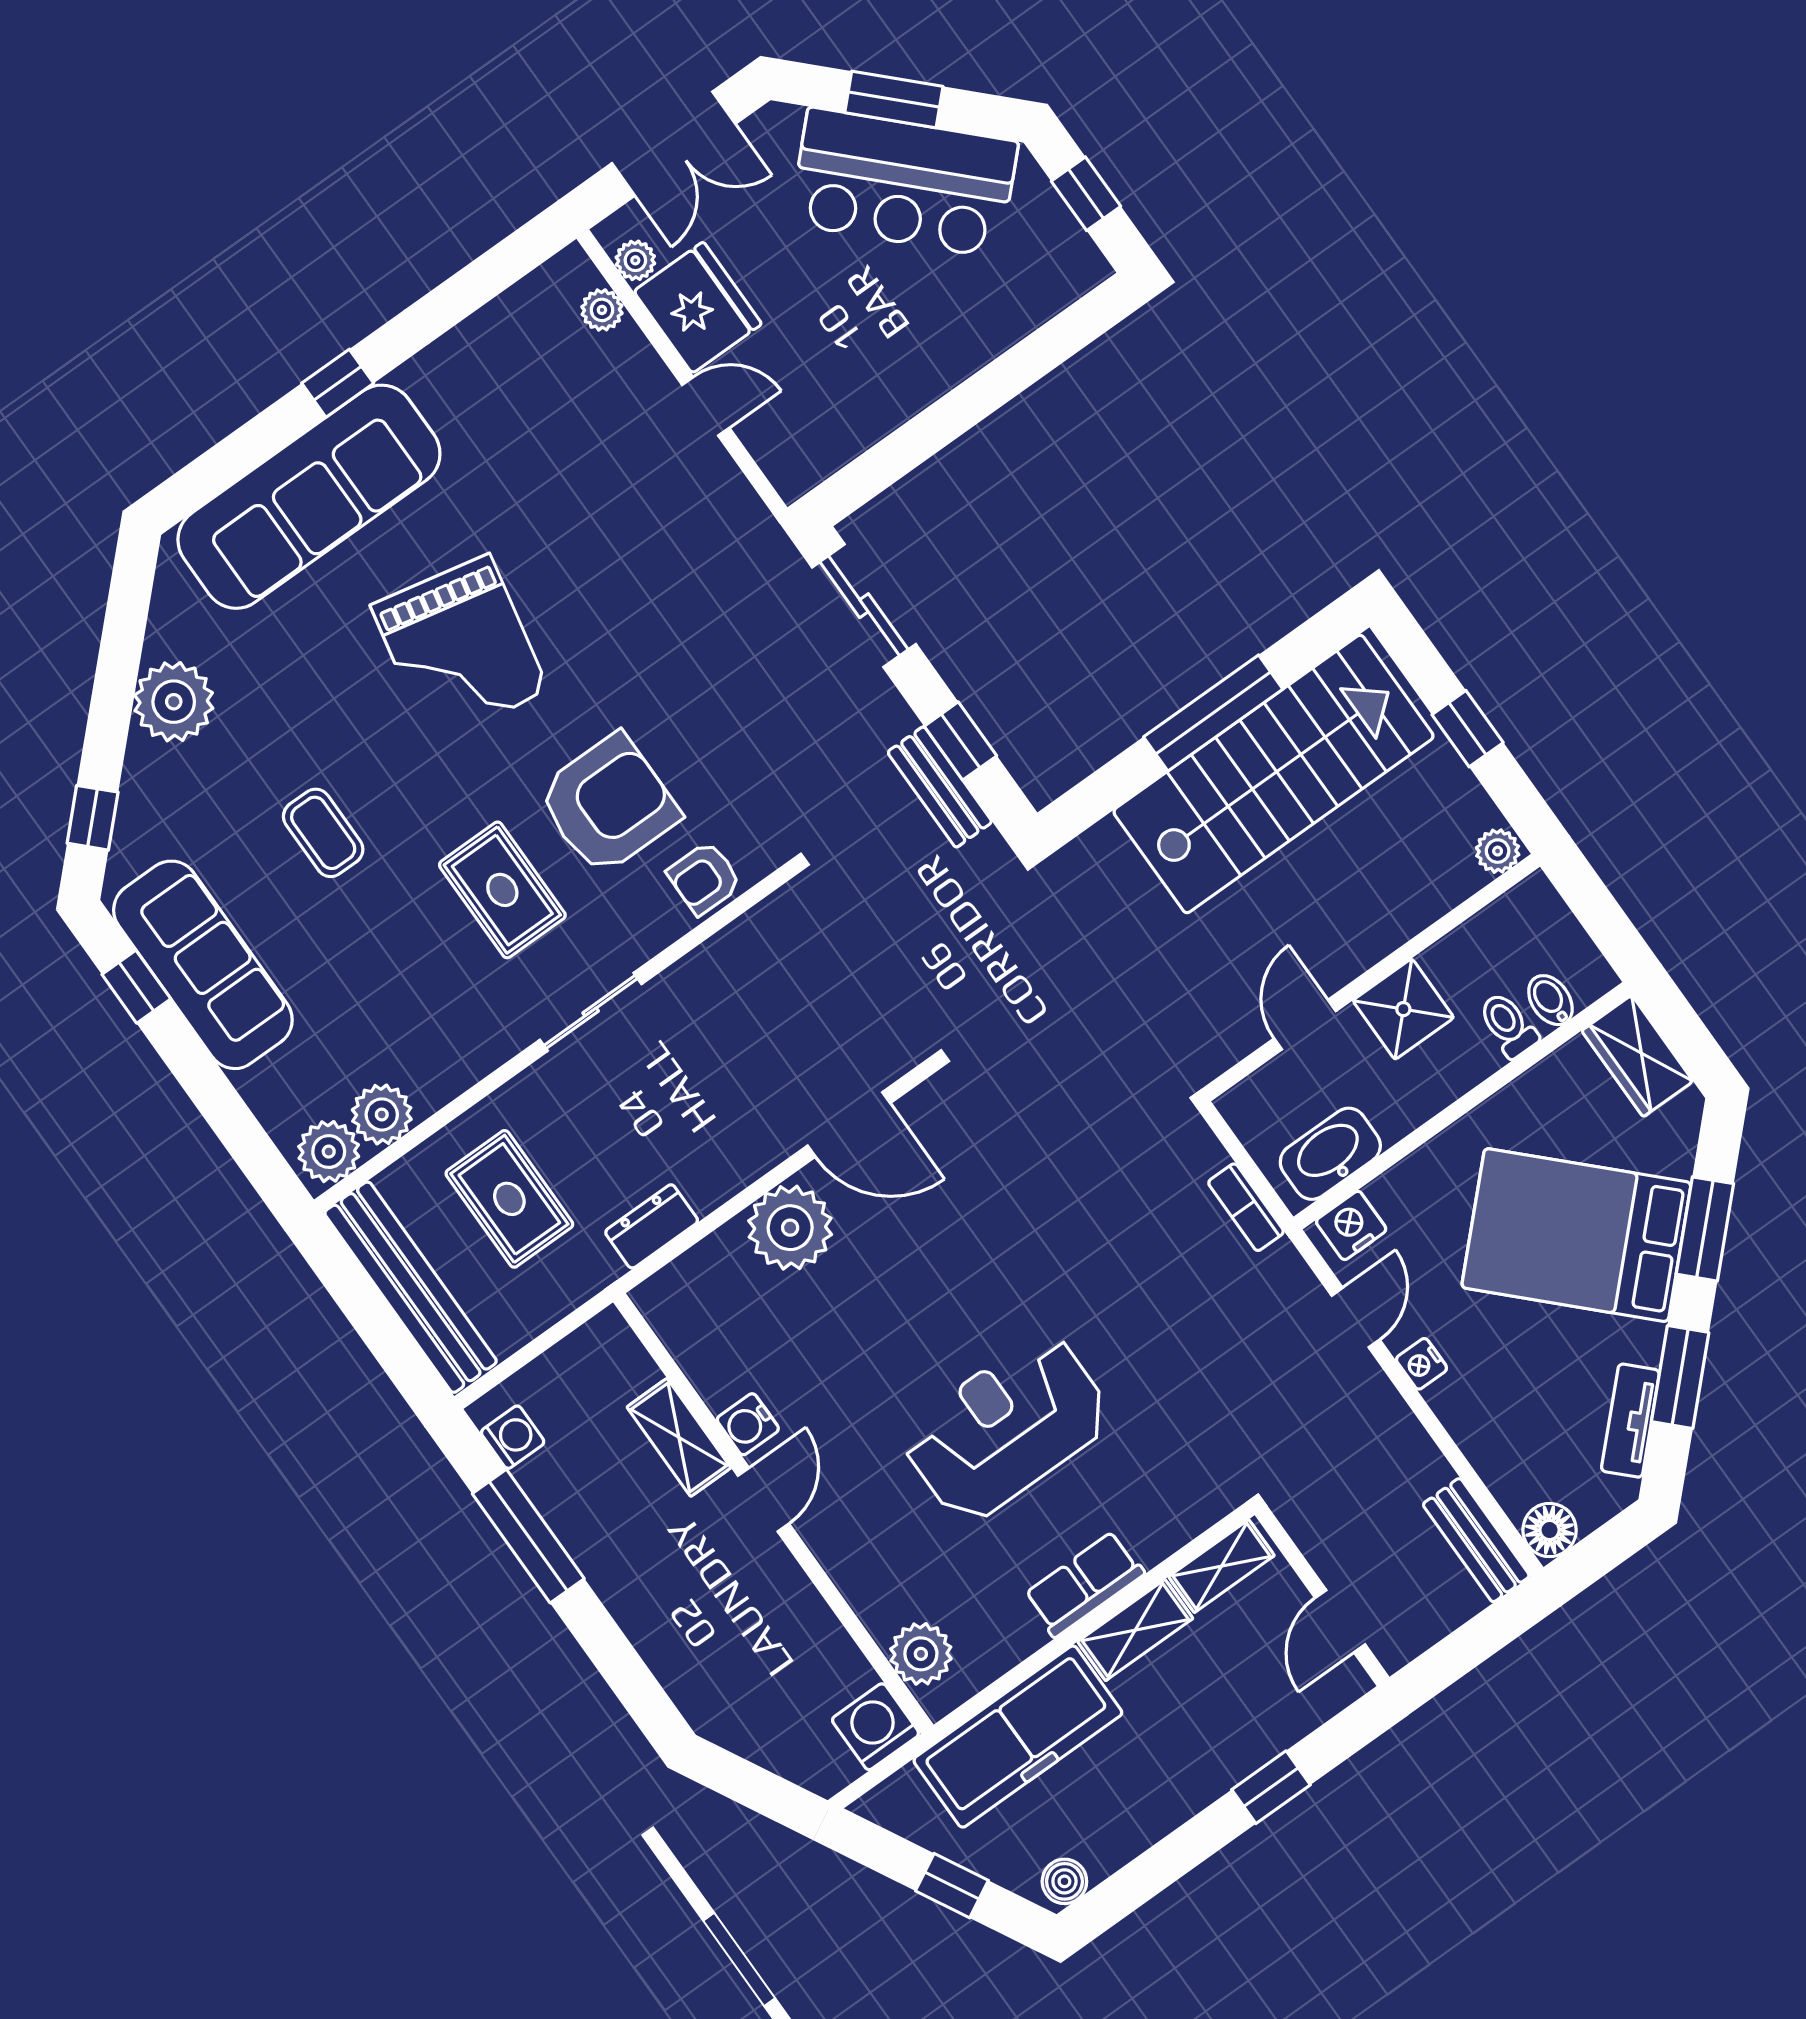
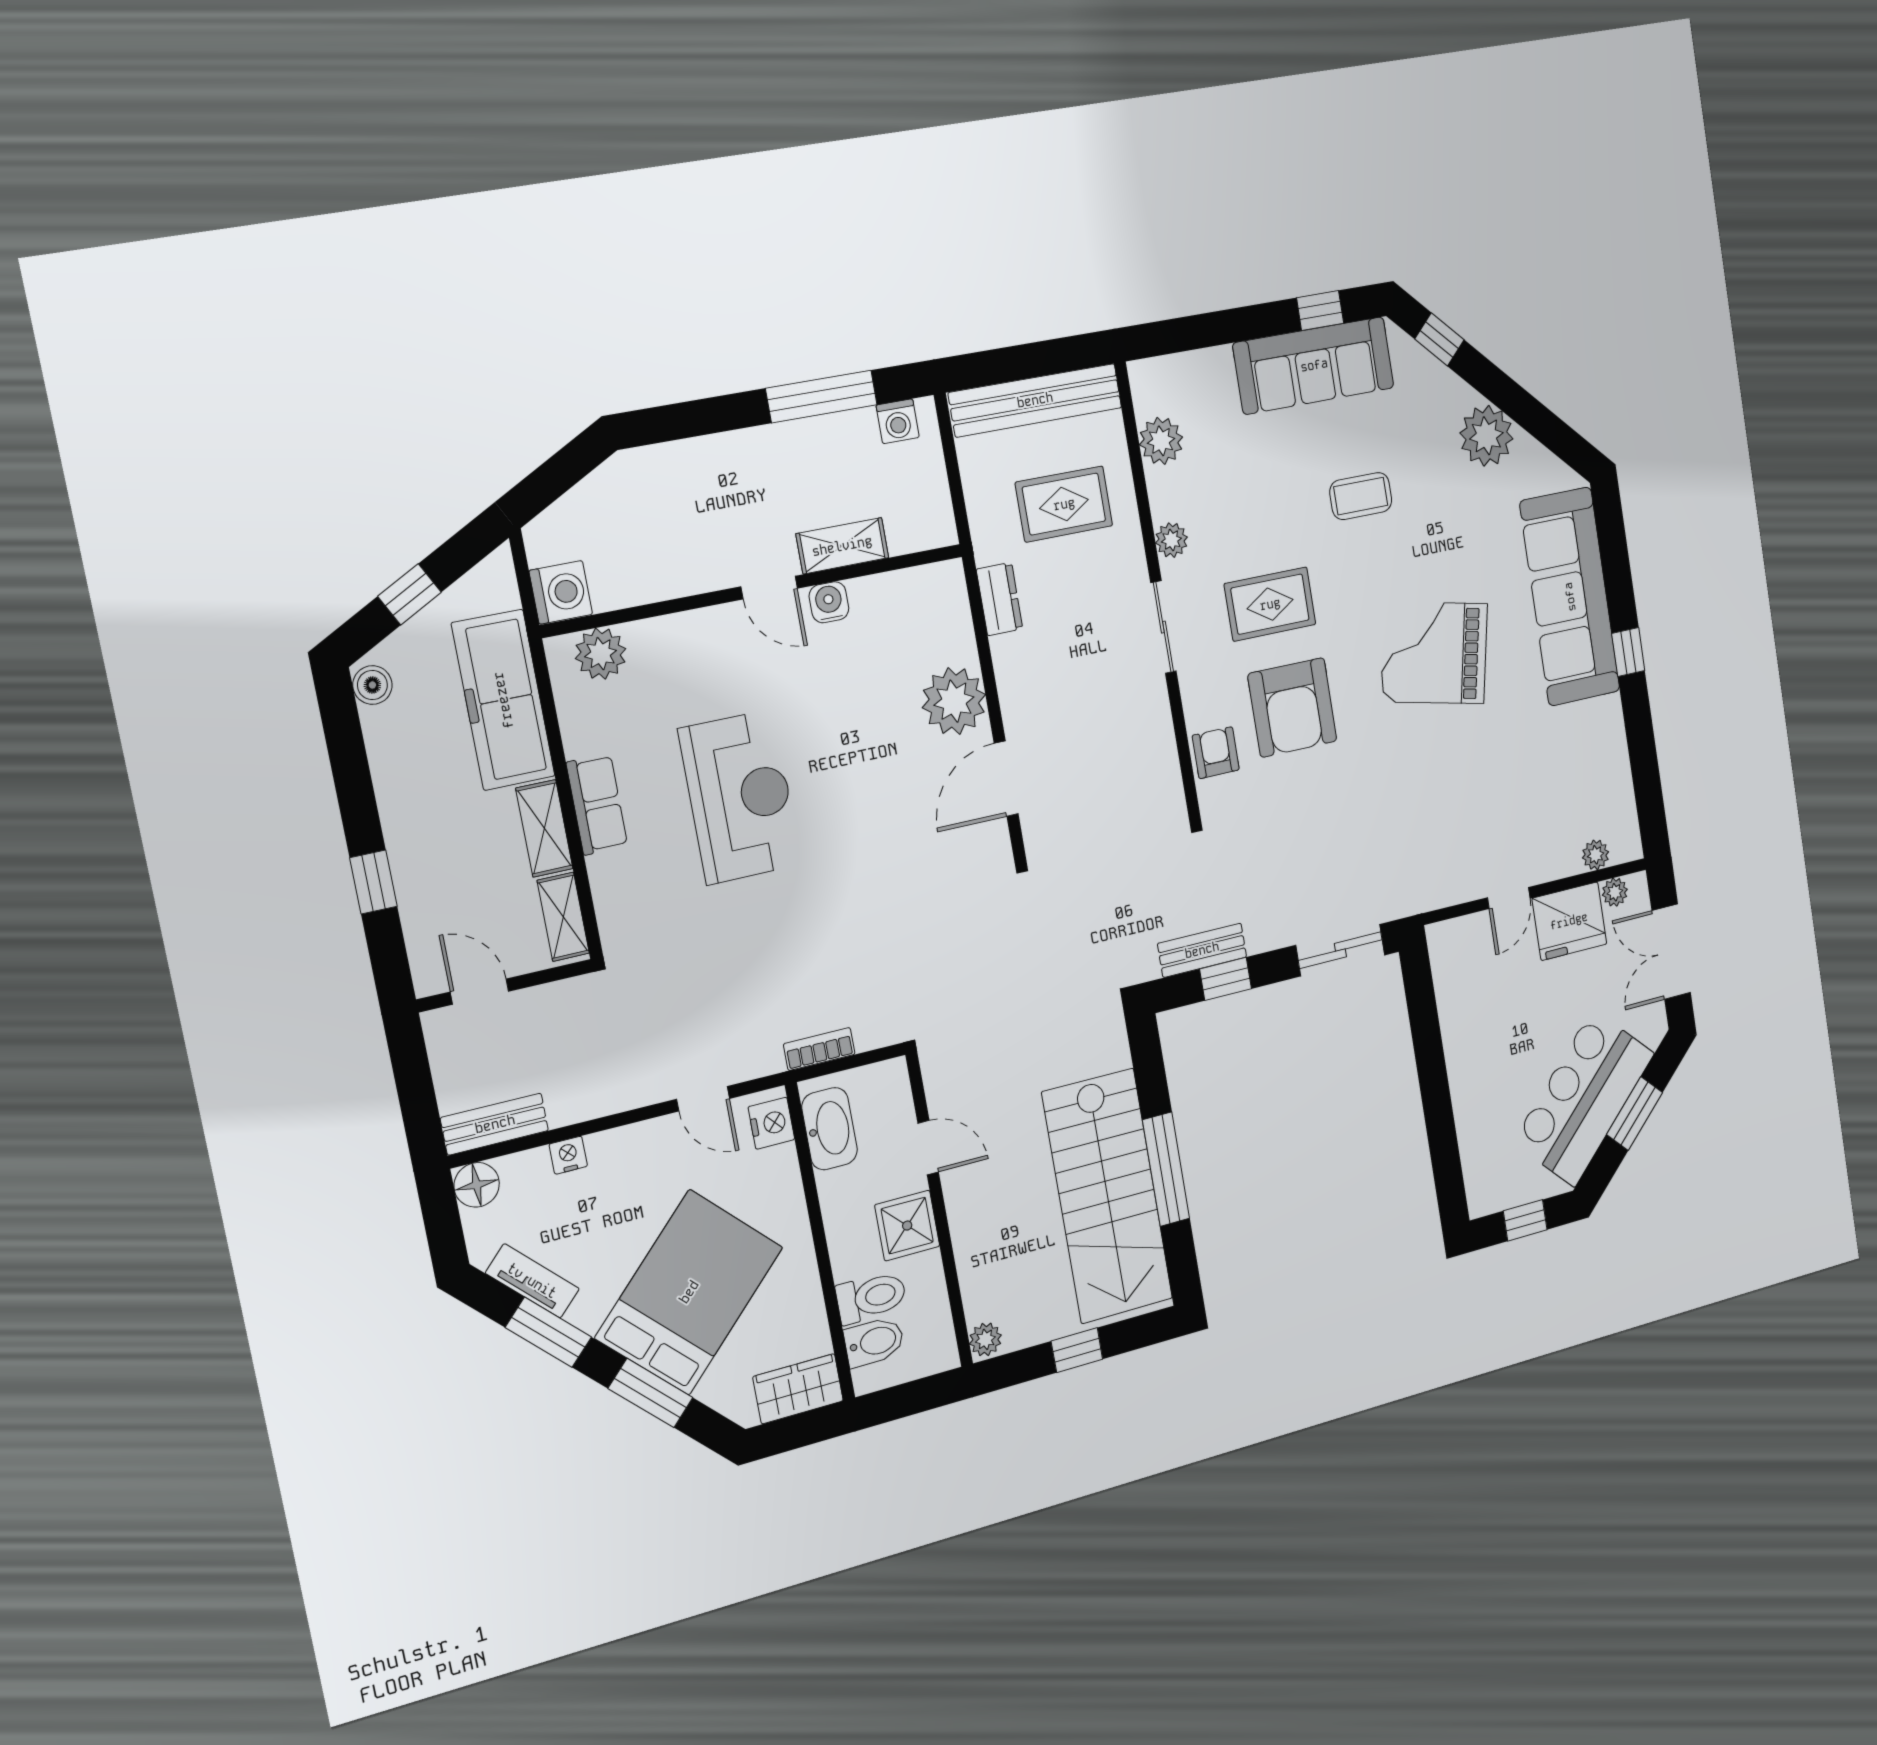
bidet: (1550, 1000) -> (874, 1342), width x1.38, depth x1.36
toilet: (1508, 1025) -> (871, 1297), width x1.37, depth x1.39
plant: (329, 1152) -> (1171, 540), moved, width x0.73, depth x0.73
nightstand: (1421, 1364) -> (568, 1155), moved

